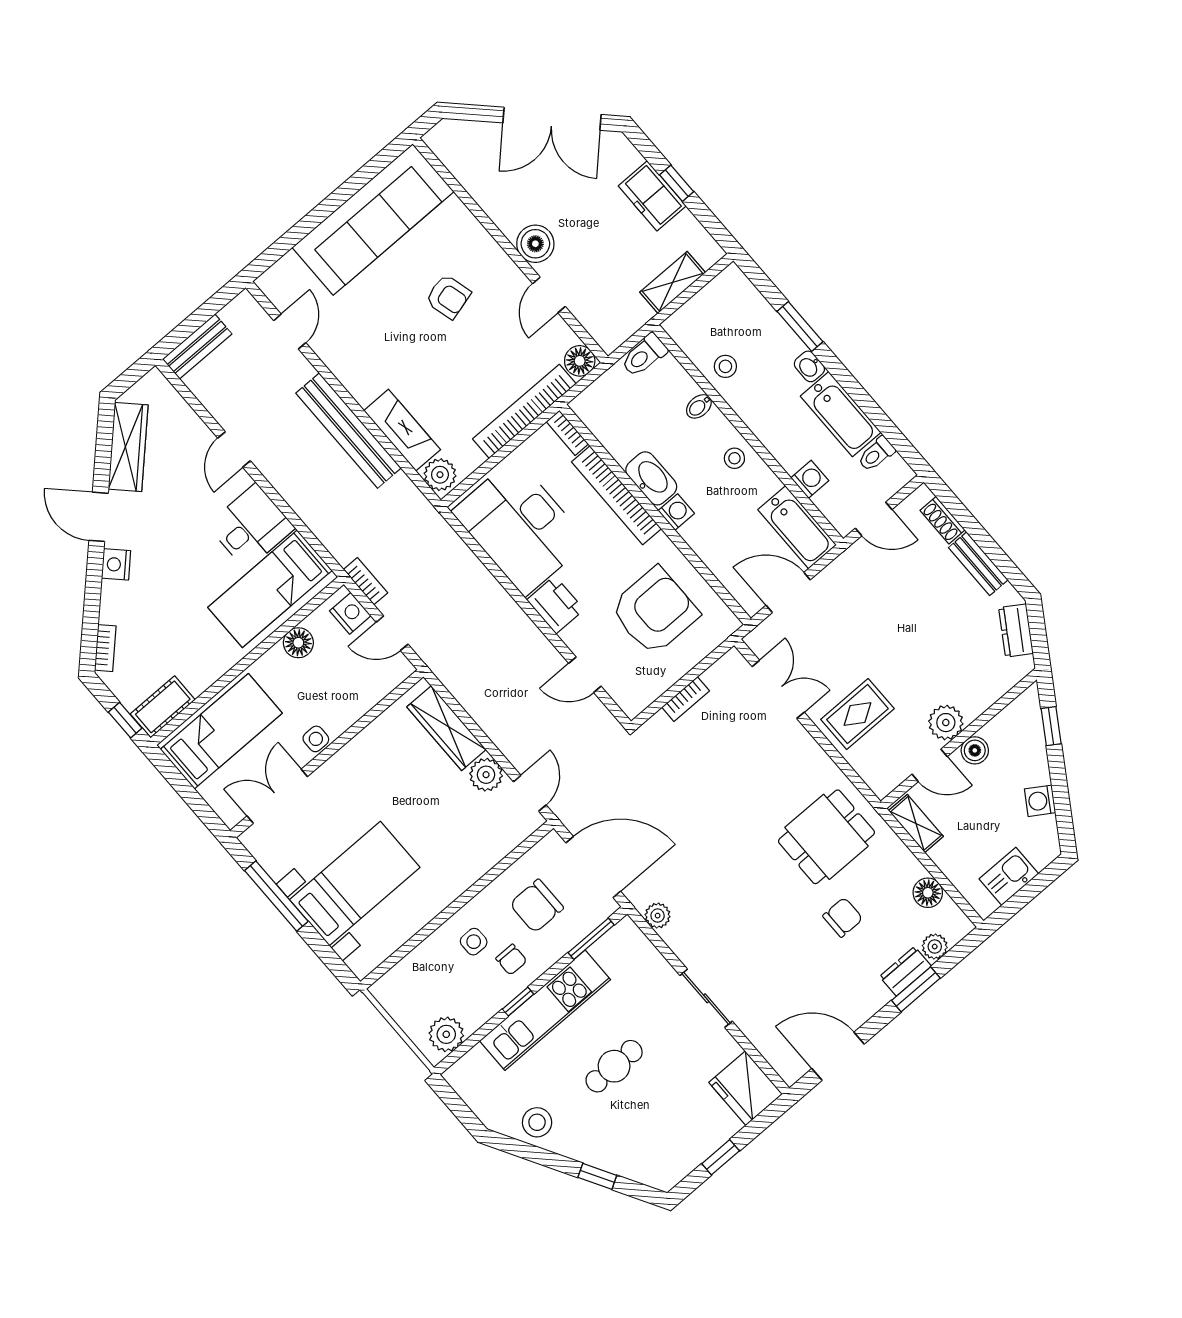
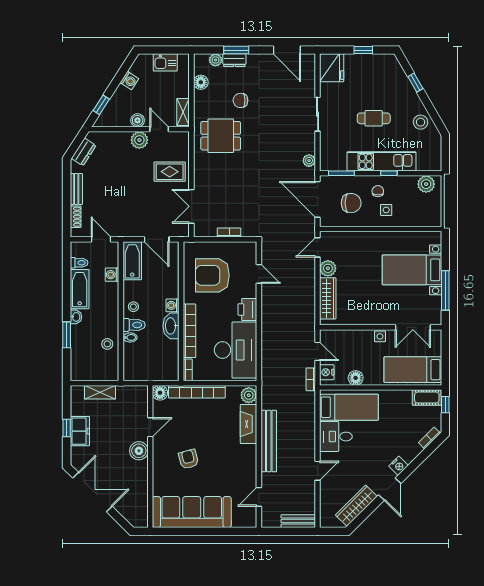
toilet: (644, 355) -> (134, 325), moved

